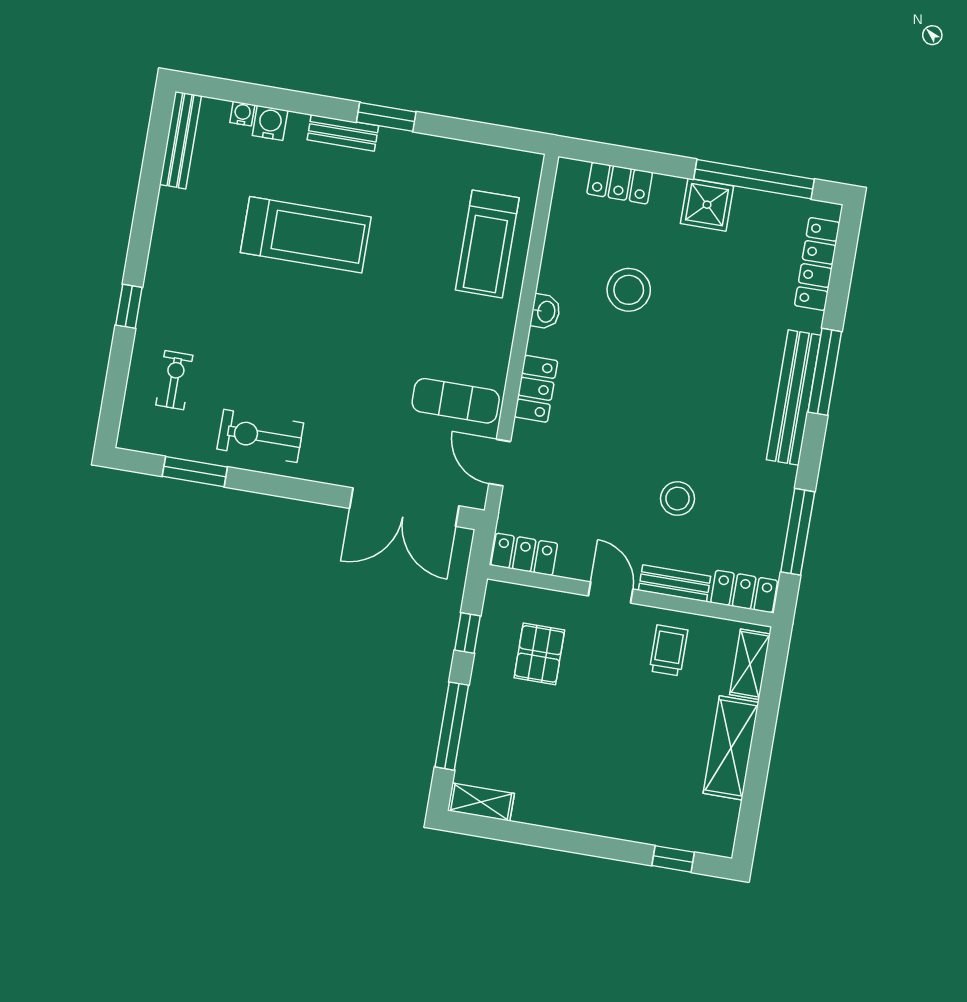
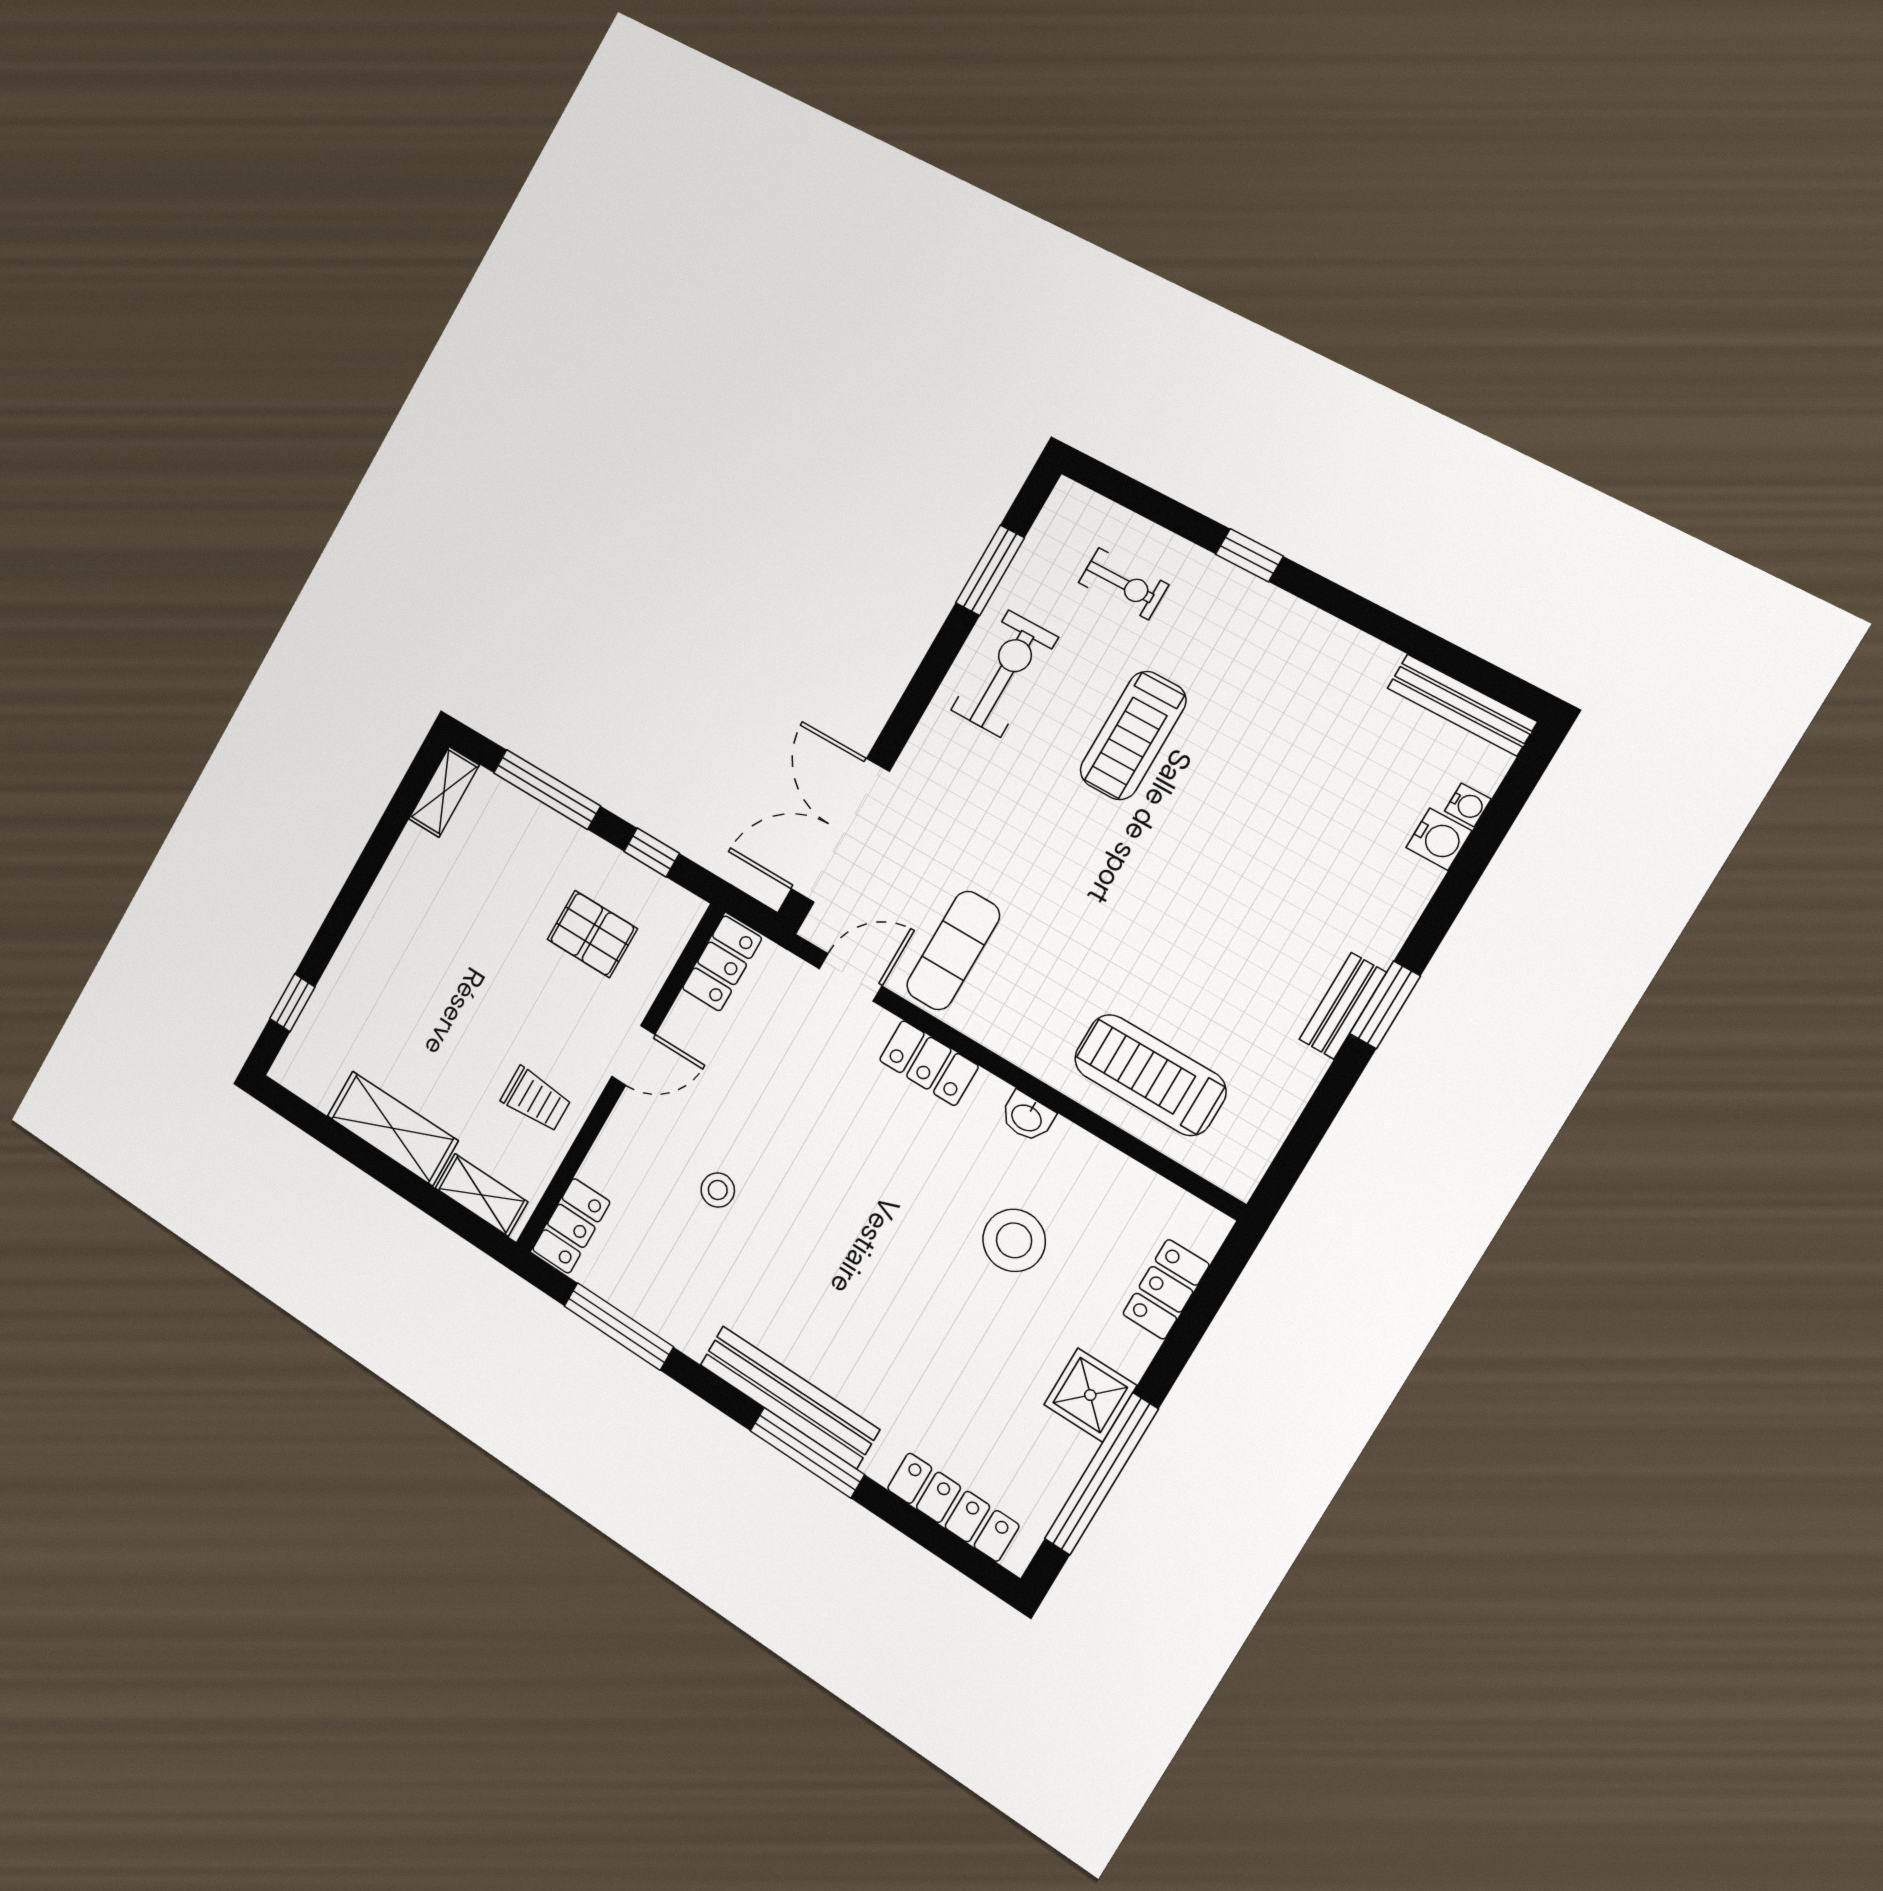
bench: (343, 133) -> (1343, 1006), moved
treadmill: (306, 235) -> (1133, 736), moved, width x0.73, depth x0.73
stool: (678, 499) -> (718, 1190), width x0.73, depth x0.73
bench: (675, 583) -> (614, 1142), removed

